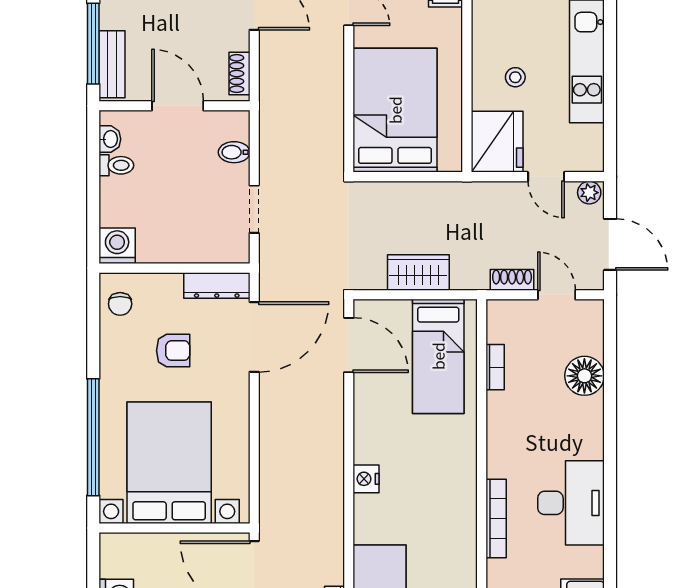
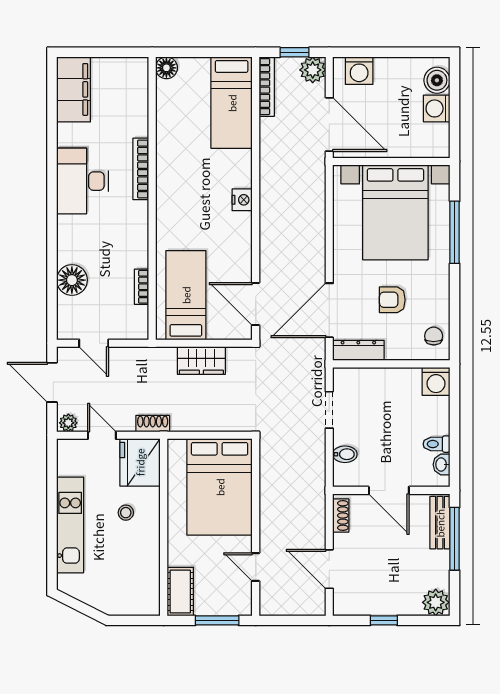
shoe rack: (512, 280) -> (153, 424), moved, turned 180
window: (93, 437) -> (455, 232), width x0.68

